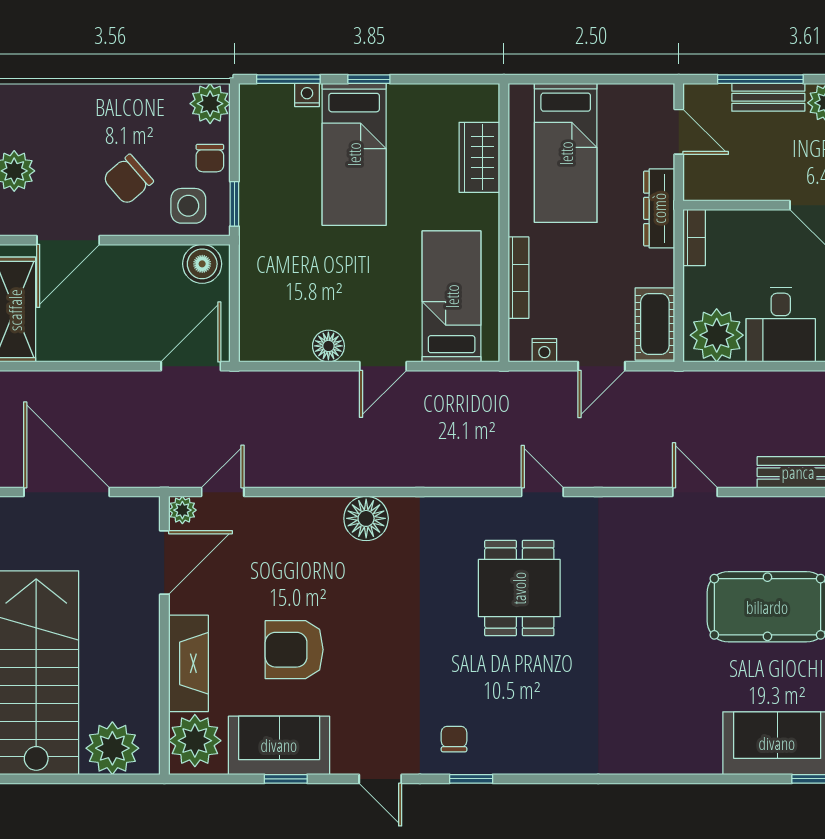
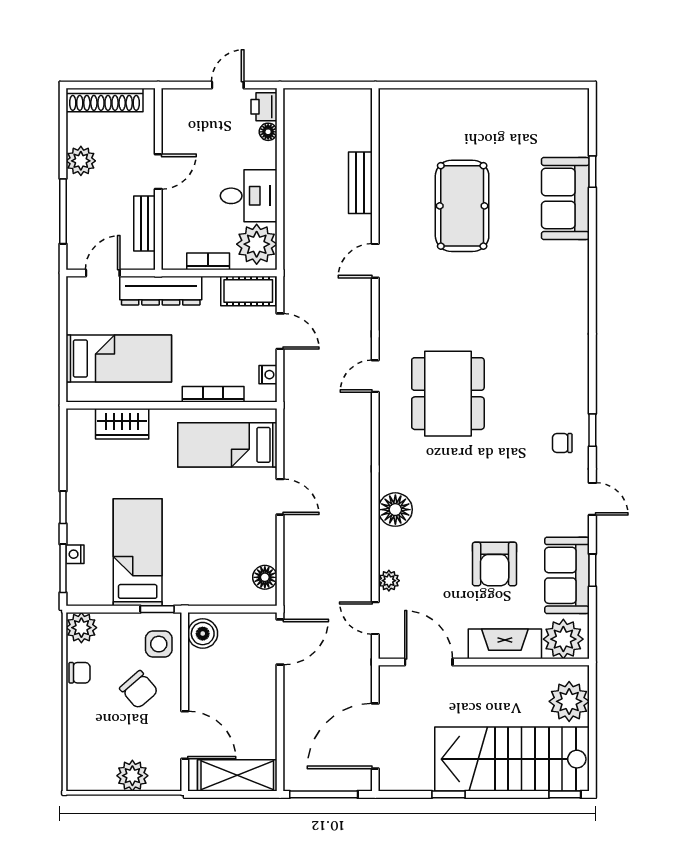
bench: (768, 97) -> (145, 223), moved
bed: (354, 154) -> (138, 552), moved, turned -90
chair: (210, 158) -> (80, 673), moved
dresser: (659, 208) -> (161, 291), width x1.37, depth x1.24
bookcase: (694, 237) -> (208, 261), moved
floor lamp: (328, 346) -> (265, 577), moved
door: (191, 366) -> (280, 642), swing flipped
plant: (182, 510) -> (389, 581), moved
dining table: (519, 588) -> (448, 394), width x1.38
door: (380, 779) -> (592, 499), hinge flipped

